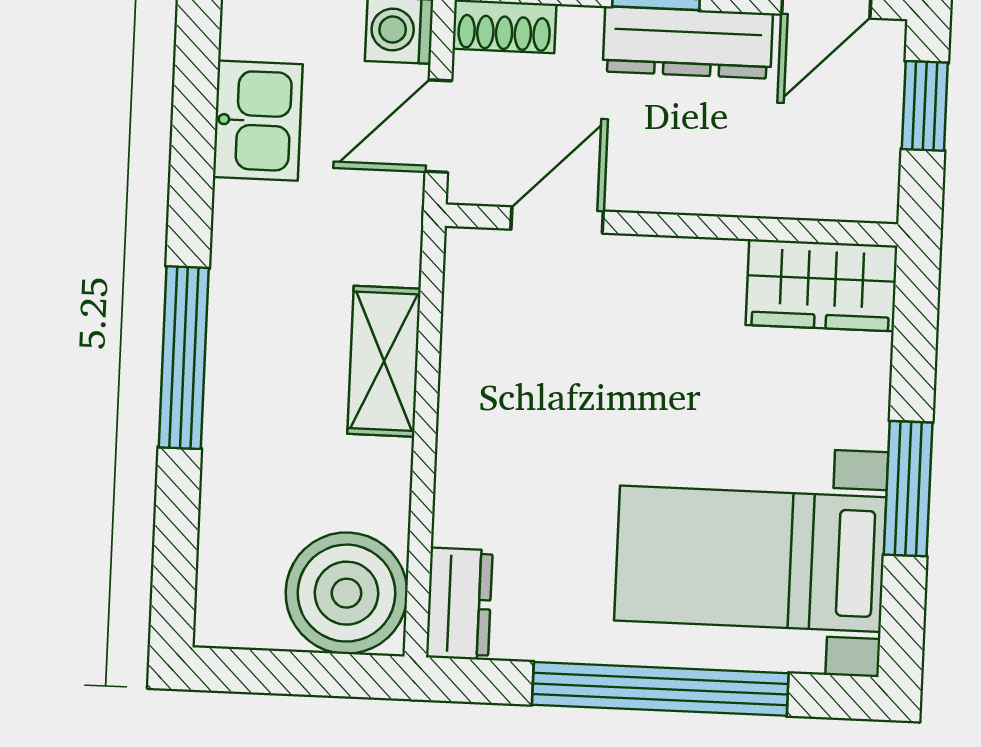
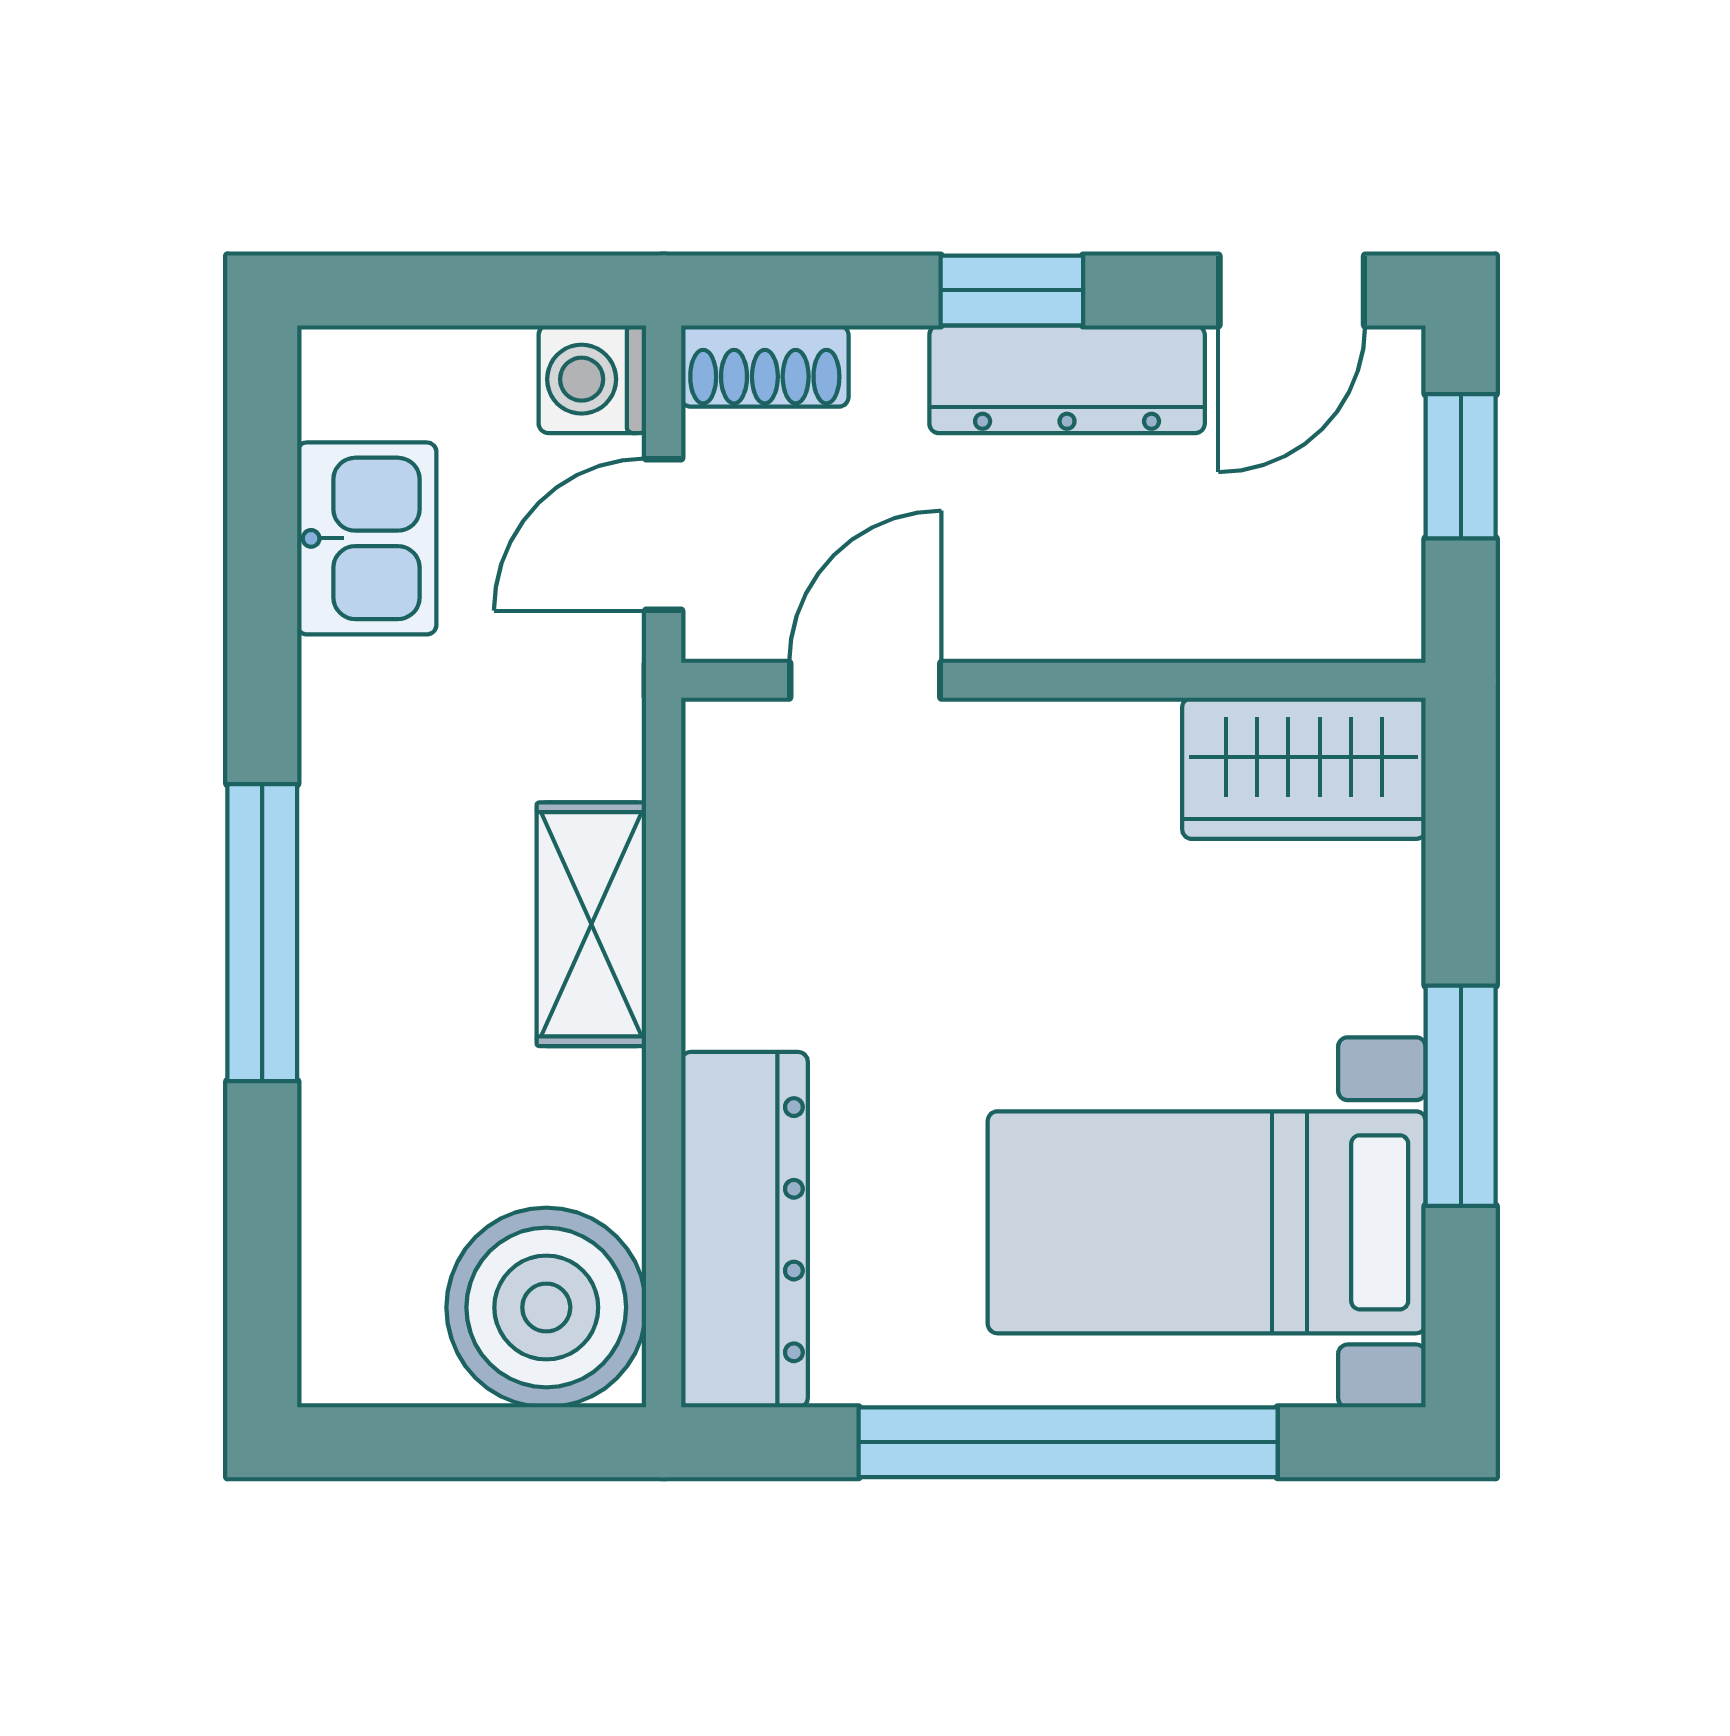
dresser: (459, 604) -> (744, 1230), width x1.96, depth x1.24

